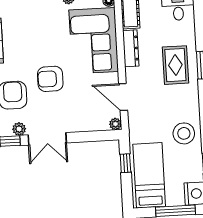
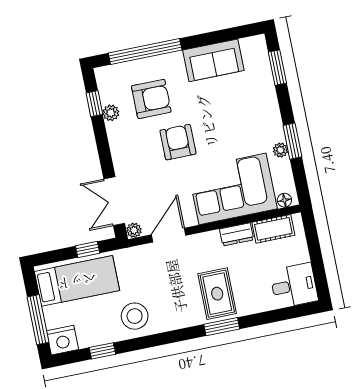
dresser: (131, 48) -> (237, 234), width x0.70
rug: (175, 65) -> (217, 294), turned 90
double door: (47, 139) -> (114, 201), moved

